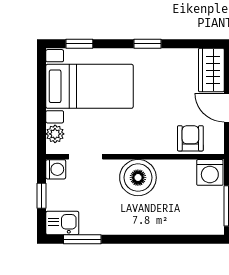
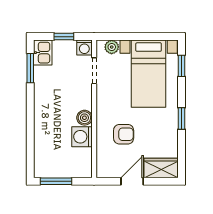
armchair: (190, 138) -> (124, 134), moved
washing machine: (210, 172) -> (82, 137), moved
boiler: (138, 178) -> (84, 118), width x0.54, depth x0.54

